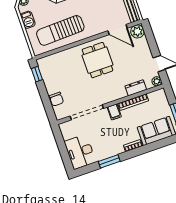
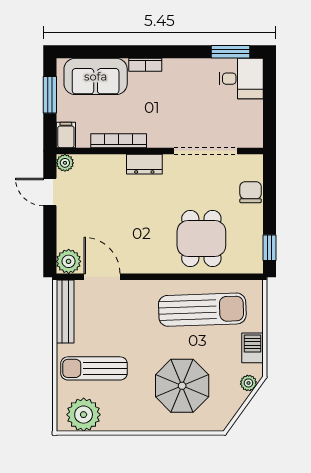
dining table: (97, 60) -> (201, 238), moved
dresser: (136, 88) -> (144, 164), moved
filing cabinet: (114, 112) -> (66, 135), moved
desk: (80, 152) -> (241, 79), width x0.73
window: (109, 161) -> (231, 52), moved

